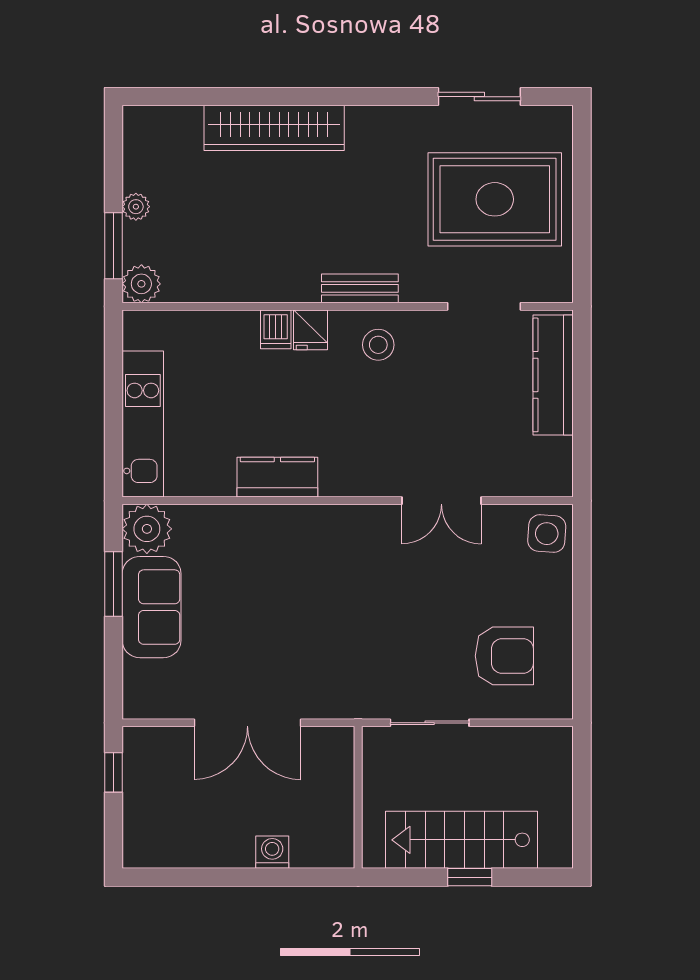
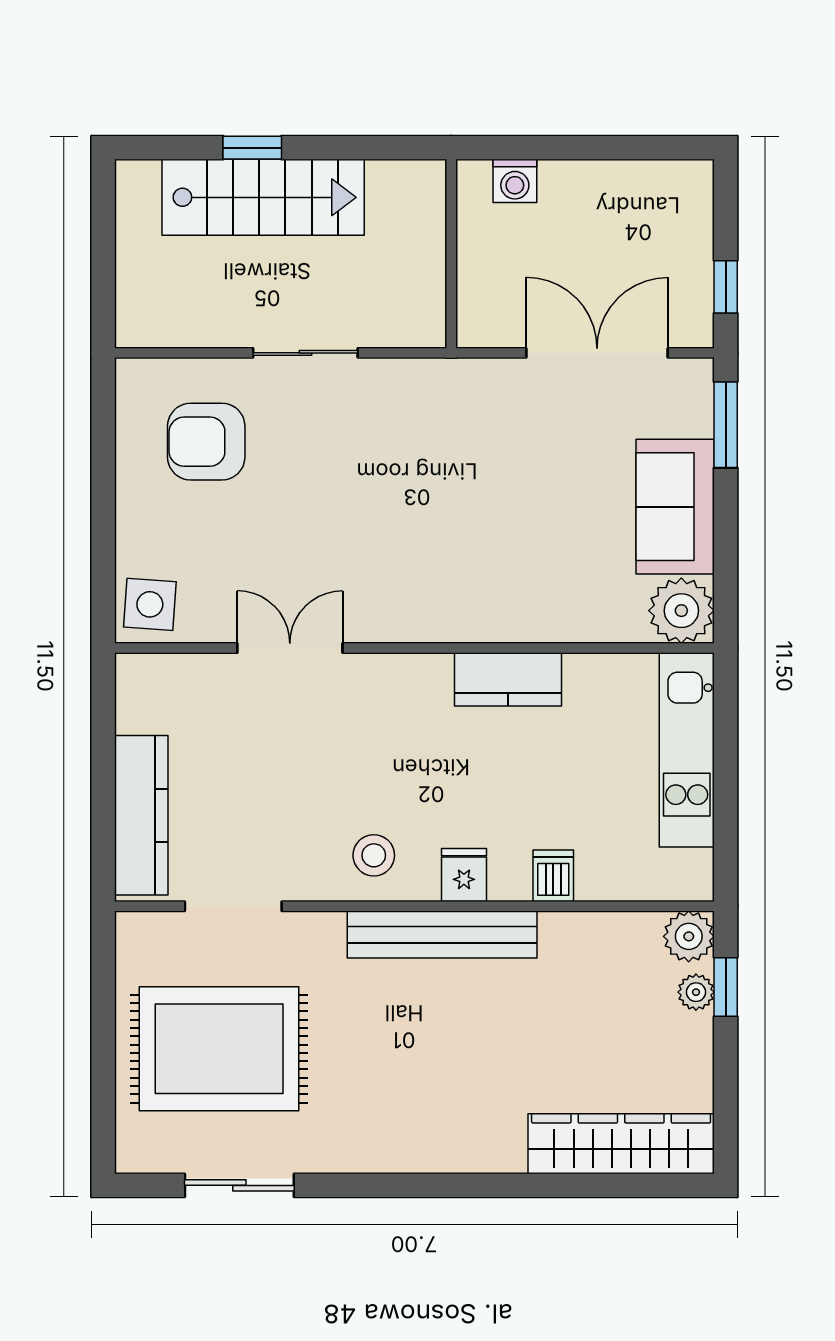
wardrobe: (274, 128) -> (621, 1144), moved
plant: (136, 207) -> (696, 992), moved
window: (114, 246) -> (726, 987), width x0.67
bench: (360, 288) -> (442, 935), width x1.86, depth x1.21
dishwasher: (276, 329) -> (553, 876), moved
window: (114, 584) -> (726, 425), moved
double door: (247, 723) -> (597, 353), moved
wall: (358, 797) -> (451, 254), moved

